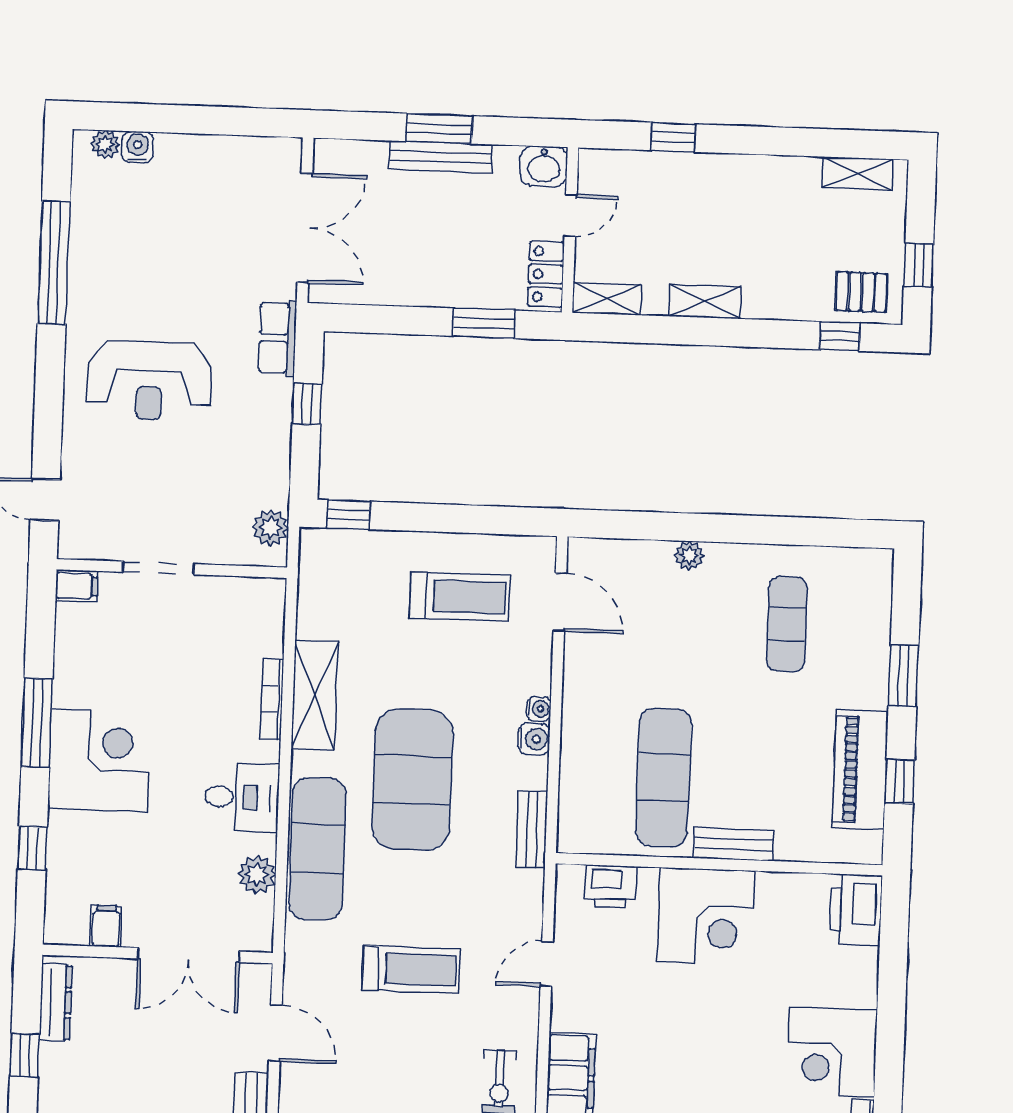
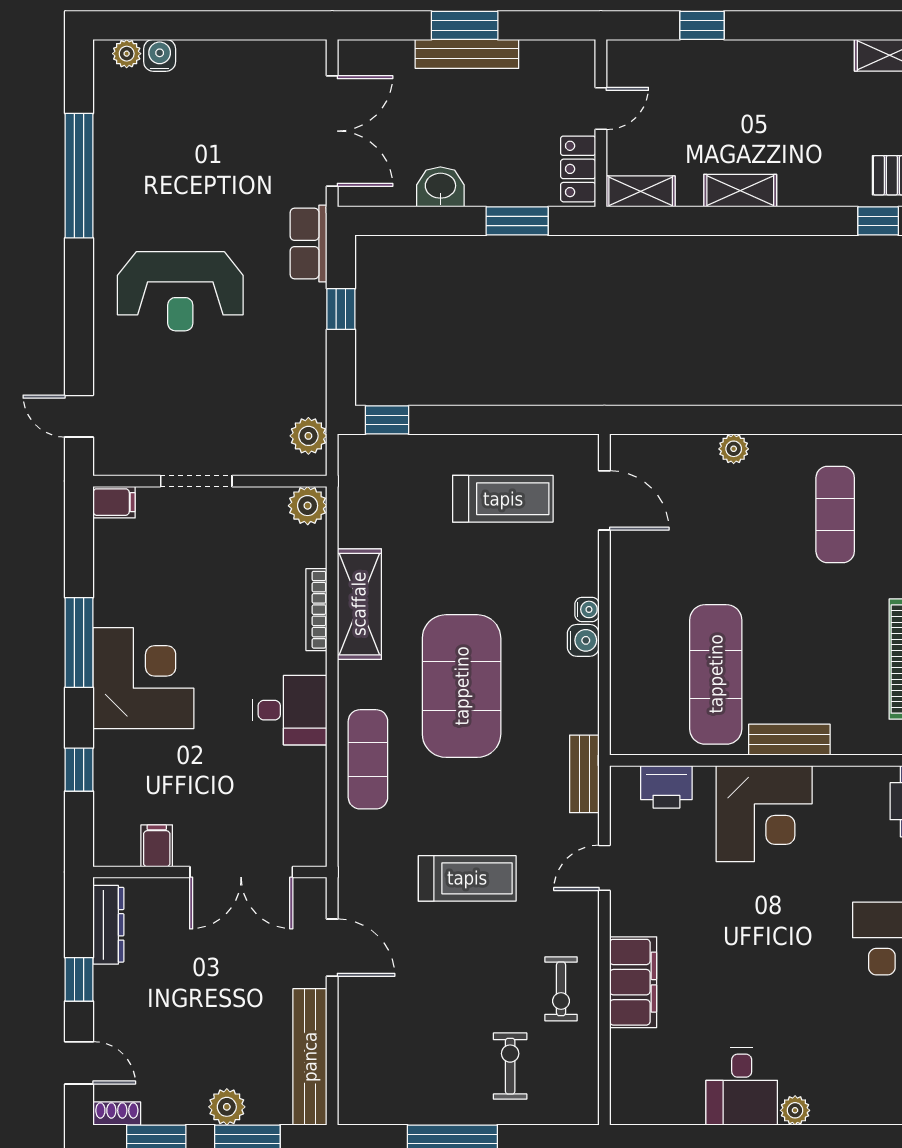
washbasin: (544, 166) -> (440, 187), moved, turned 180
bench: (532, 829) -> (584, 774), moved
exercise mat: (317, 849) -> (368, 759), width x0.73, depth x0.69
plant: (257, 875) -> (308, 506), moved

